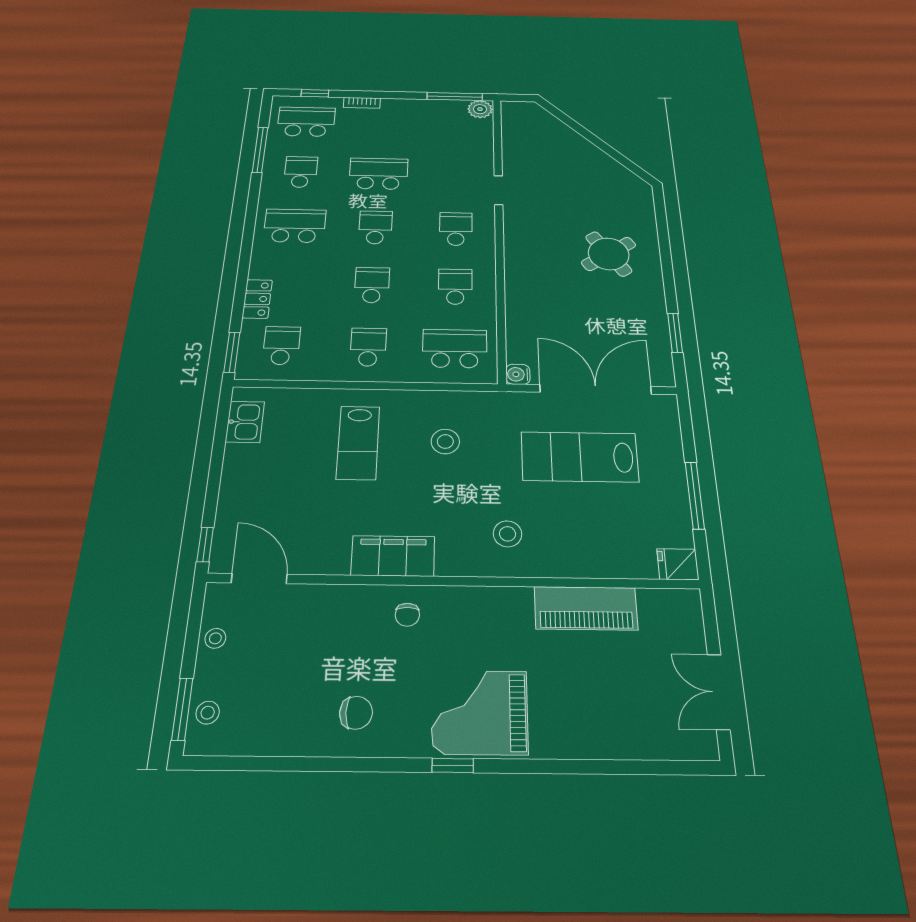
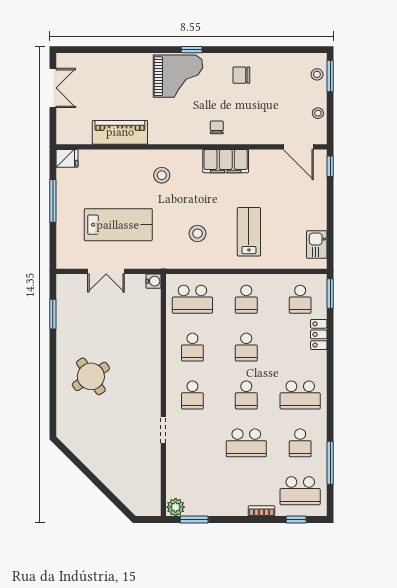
window: (455, 96) -> (194, 519), width x0.69
double door: (596, 389) -> (106, 271), width x0.54

